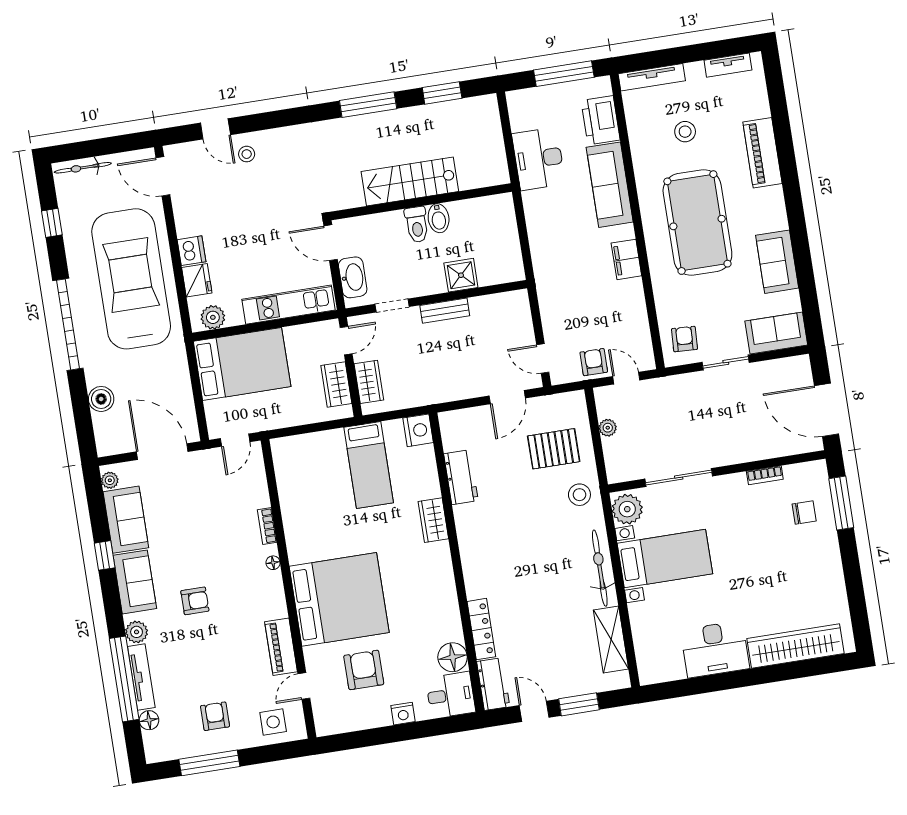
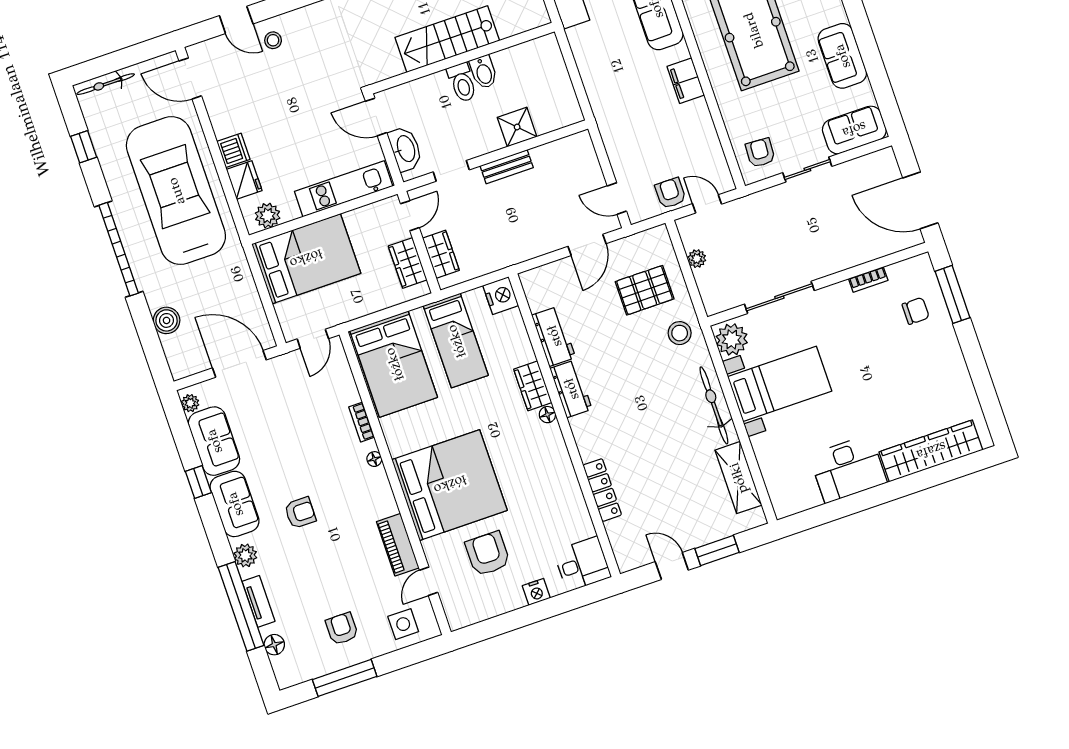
bed: (307, 477) -> (394, 364), added
floor lamp: (453, 657) -> (547, 415), moved, width x0.53, depth x0.53
tv unit: (141, 677) -> (258, 601), width x0.71
workbench: (493, 684) -> (571, 389), moved

